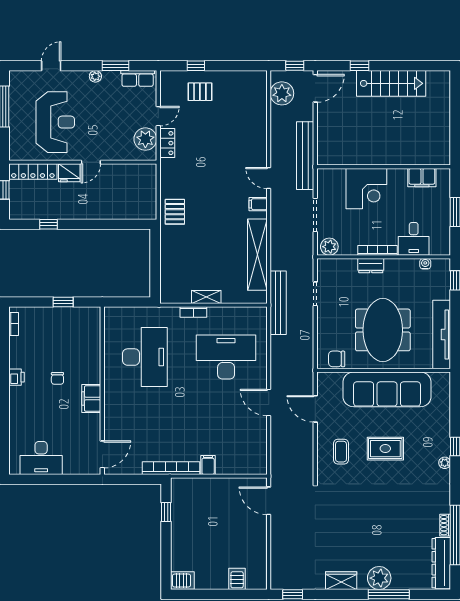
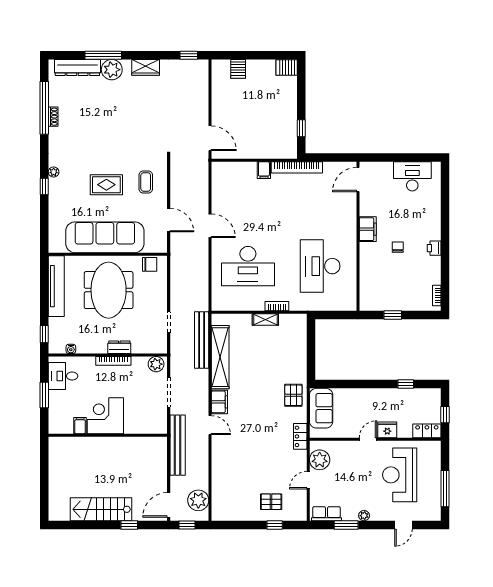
locker: (167, 143) -> (300, 436), moved
locker: (33, 172) -> (427, 431), width x0.66
filing cabinet: (422, 178) -> (80, 426), width x0.50
corner desk: (366, 189) -> (105, 416), moved
sofa: (144, 197) -> (321, 408), added
filing cabinet: (258, 204) -> (219, 402), width x2.00
desk: (414, 239) -> (63, 376), moved, turned -90
bench: (278, 303) -> (202, 340), moved
dresser: (441, 563) -> (77, 68), moved, turned 90

